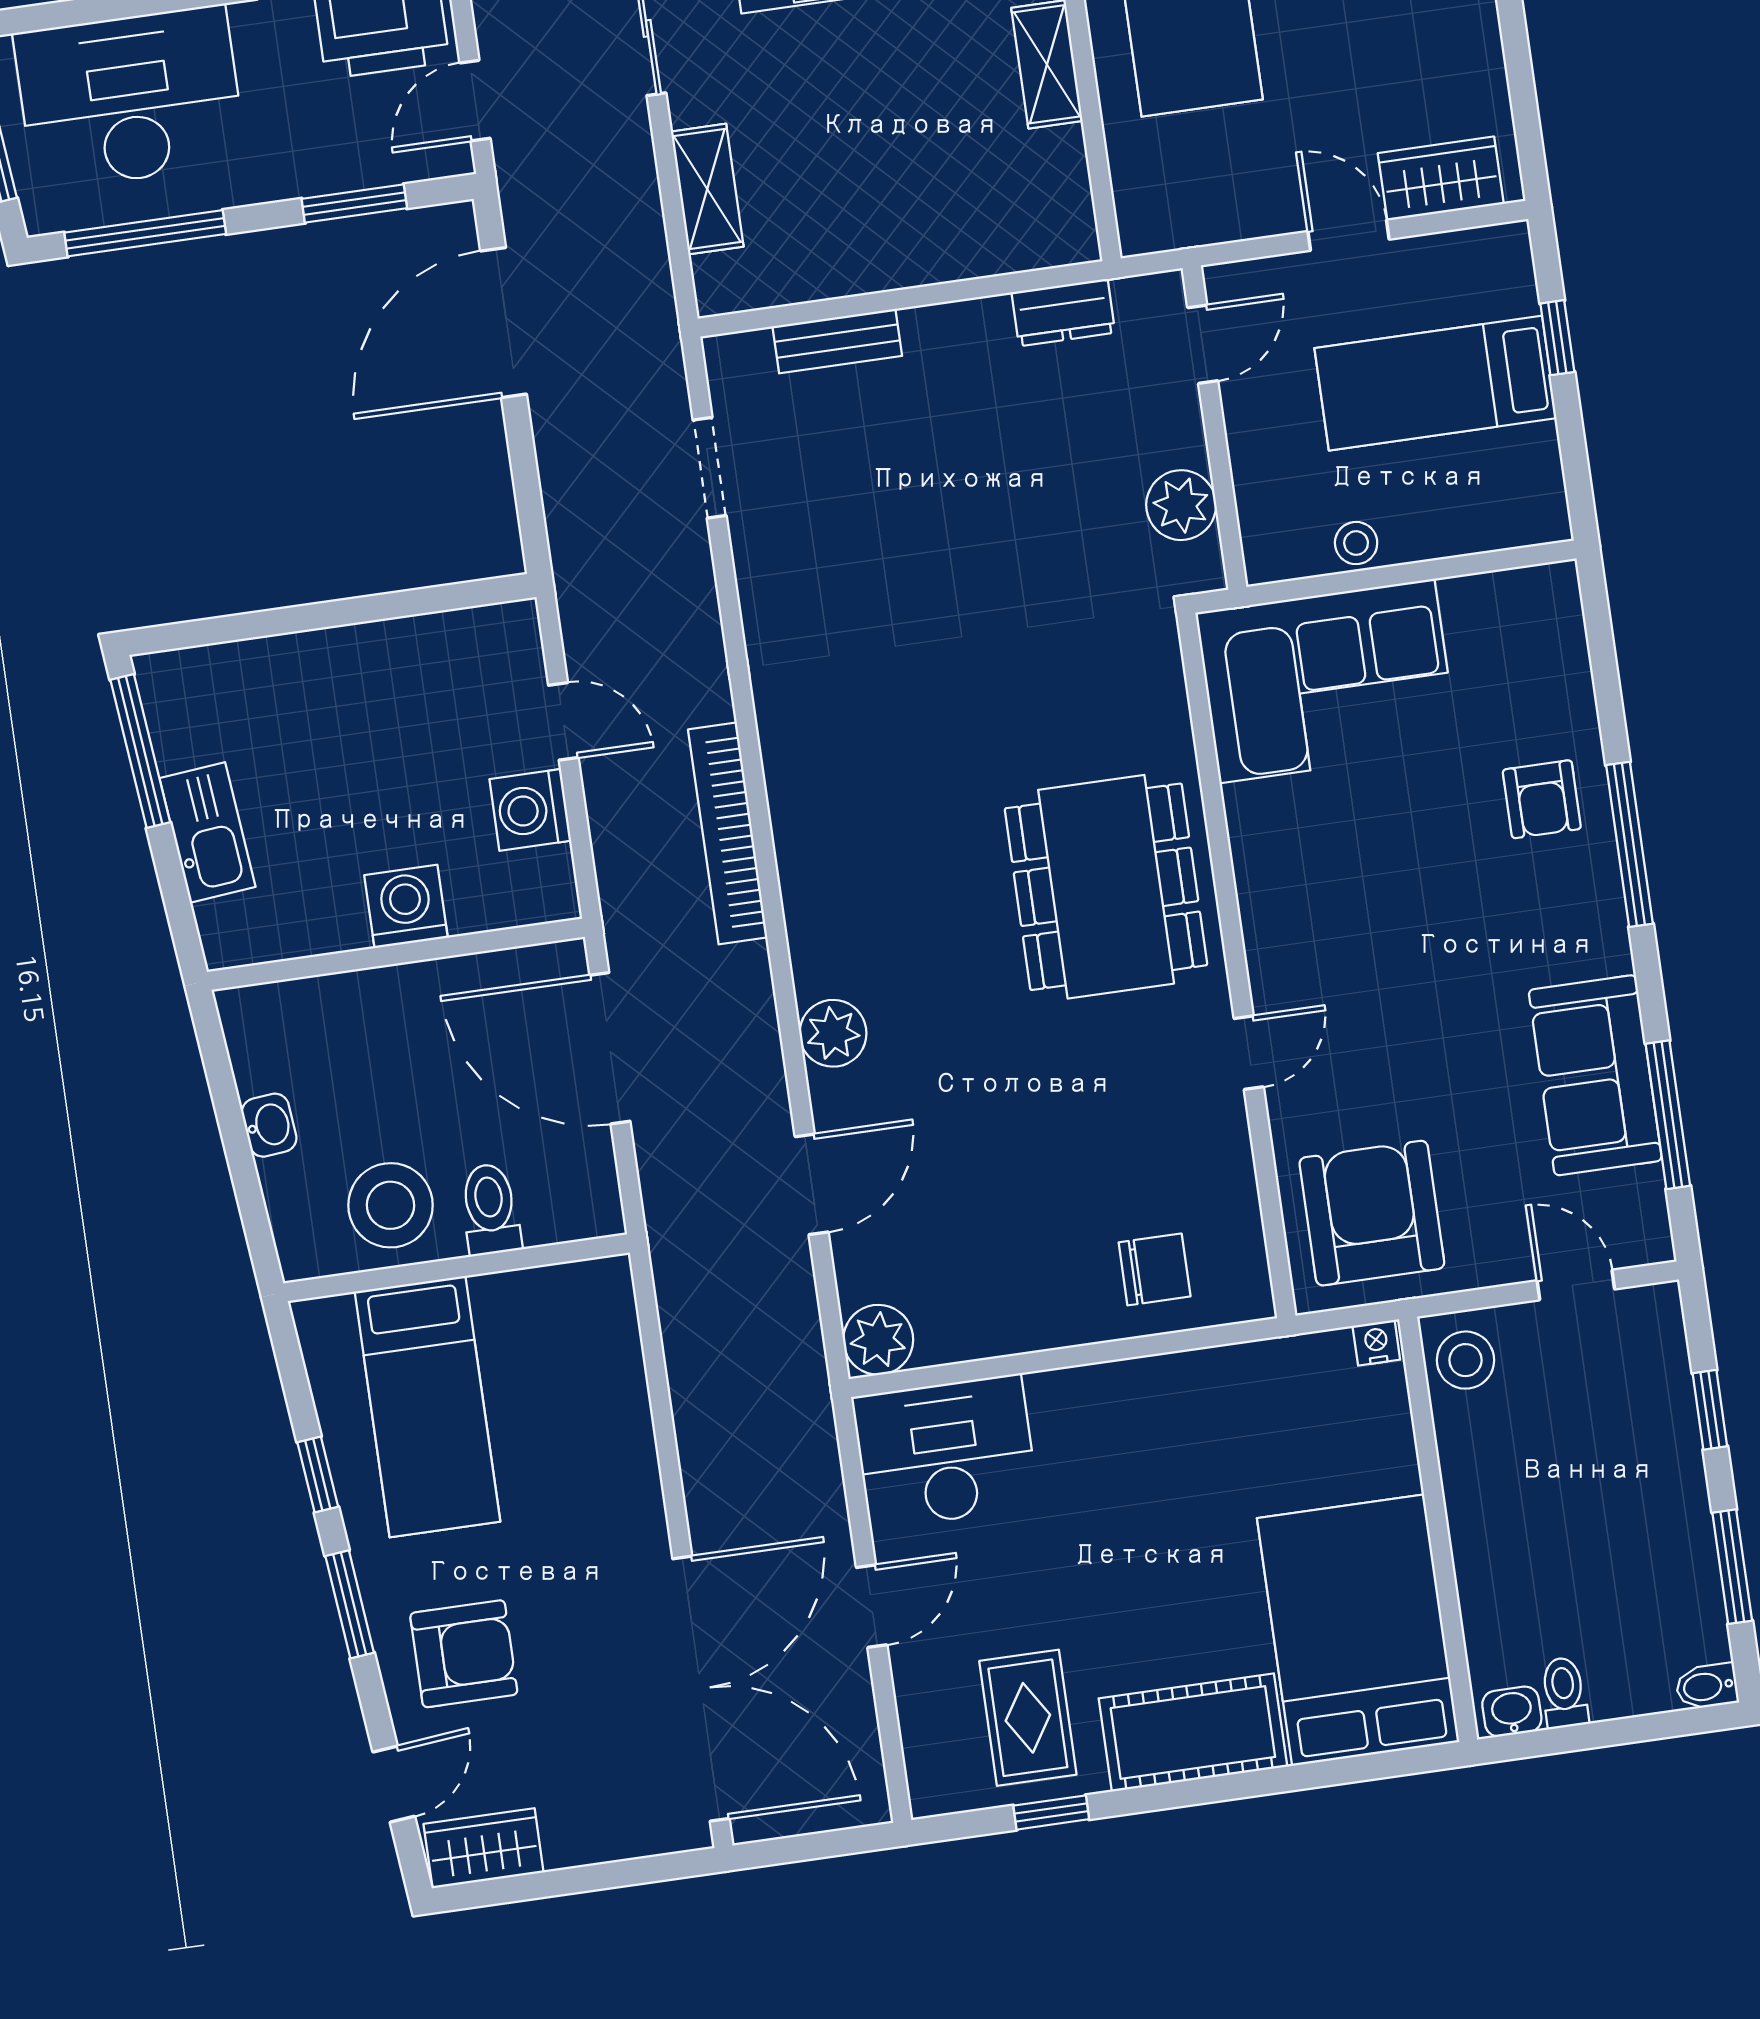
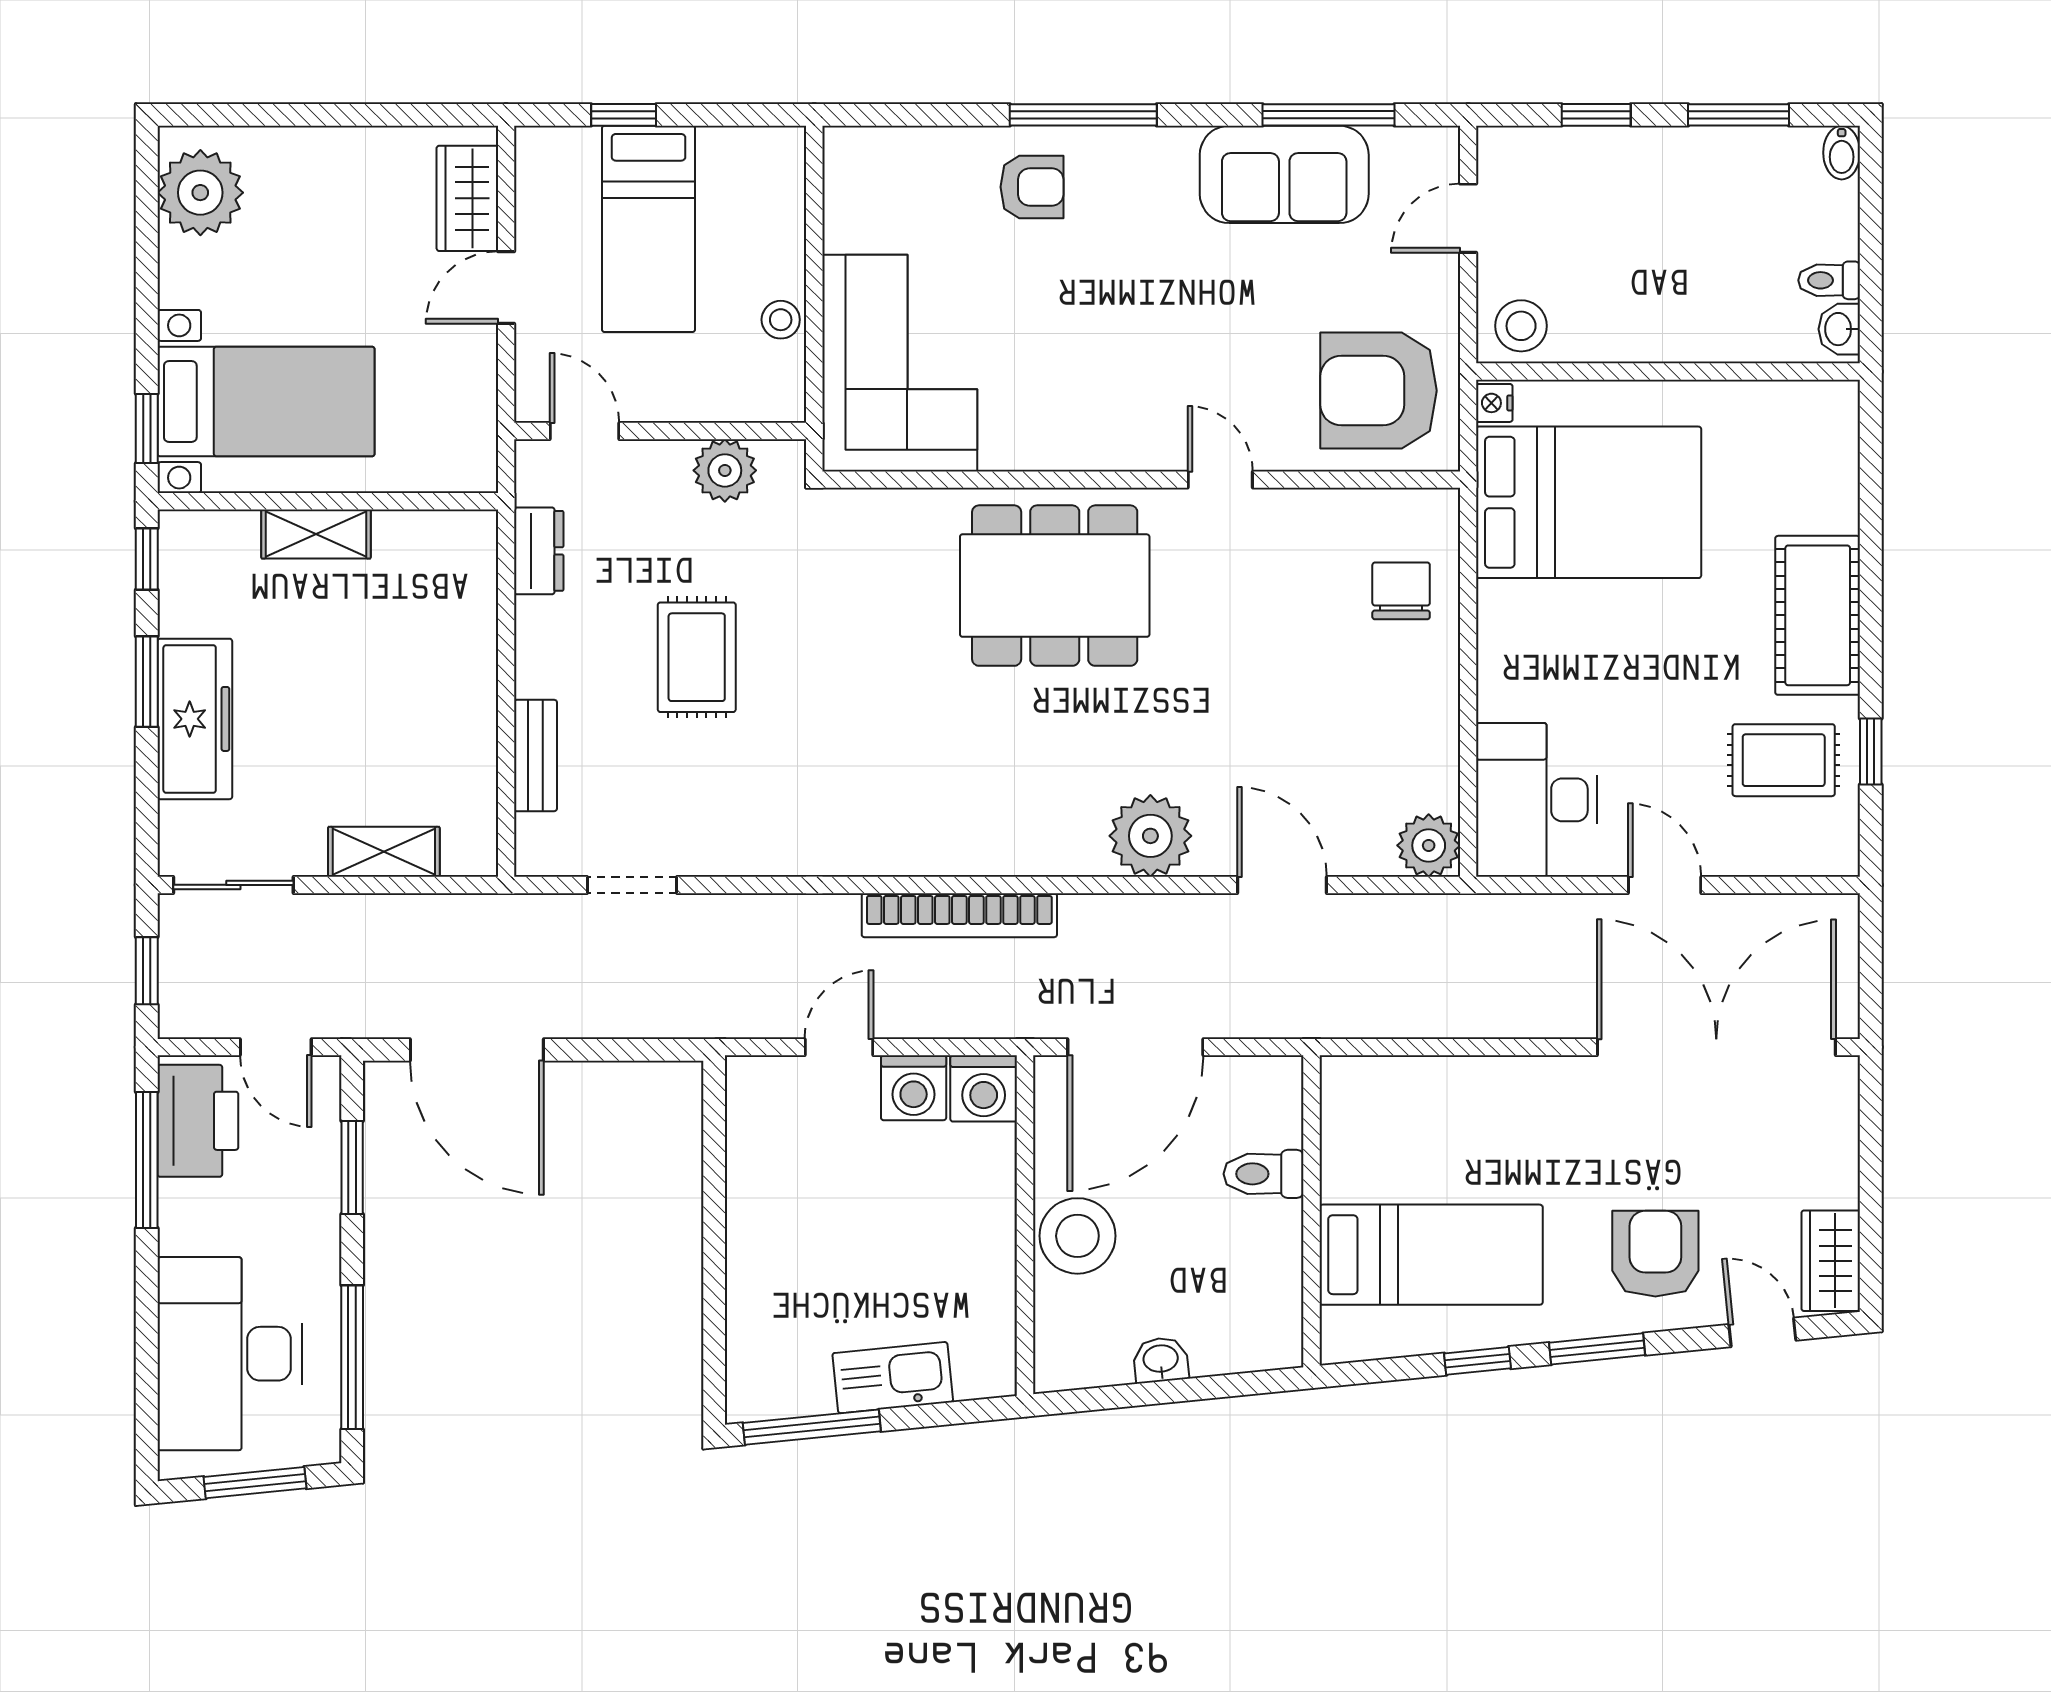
rug: (971, 503) -> (697, 657), added
washing machine: (406, 906) -> (984, 1088), moved, turned -90
plant: (833, 1033) -> (1150, 836), width x1.36, depth x1.36
stool: (390, 1205) -> (1077, 1236), moved
bed: (1358, 1630) -> (1589, 502), moved, turned 180

